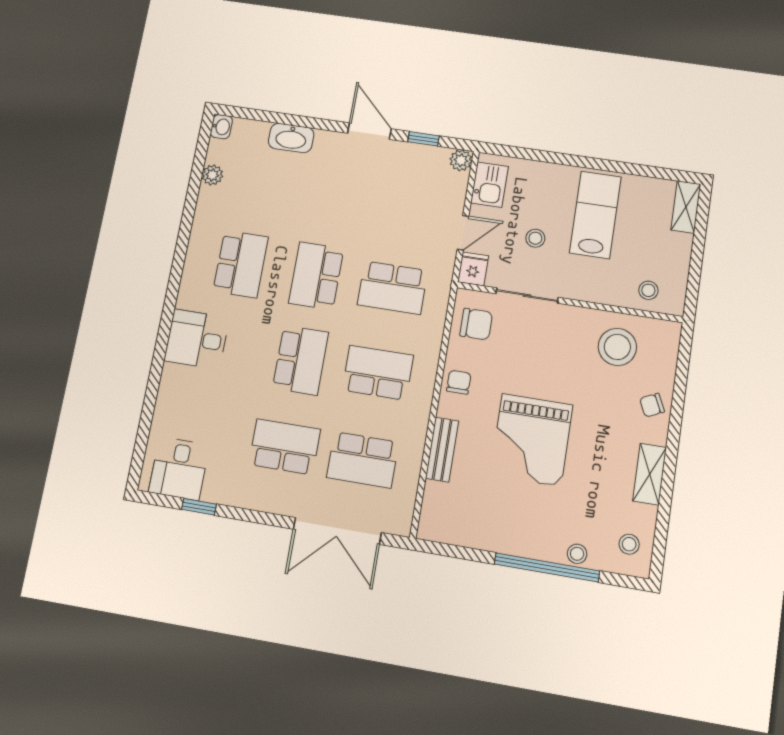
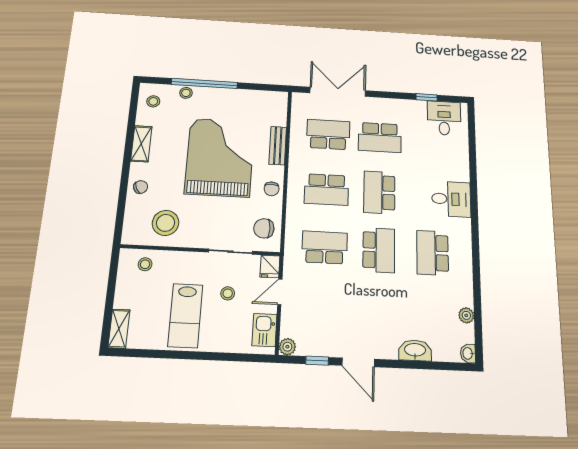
grand piano: (531, 440) -> (220, 157), width x1.37, depth x1.48

